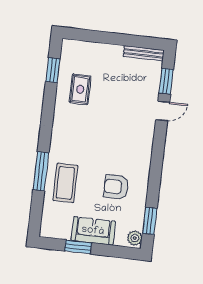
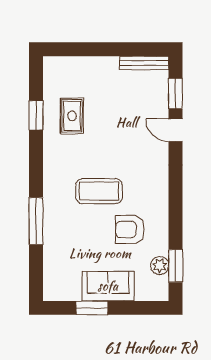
window: (53, 70) -> (36, 115), moved
door: (163, 111) -> (176, 130), swing flipped
coffee table: (65, 183) -> (99, 191), moved, turned 90
plant: (135, 238) -> (160, 266), moved

